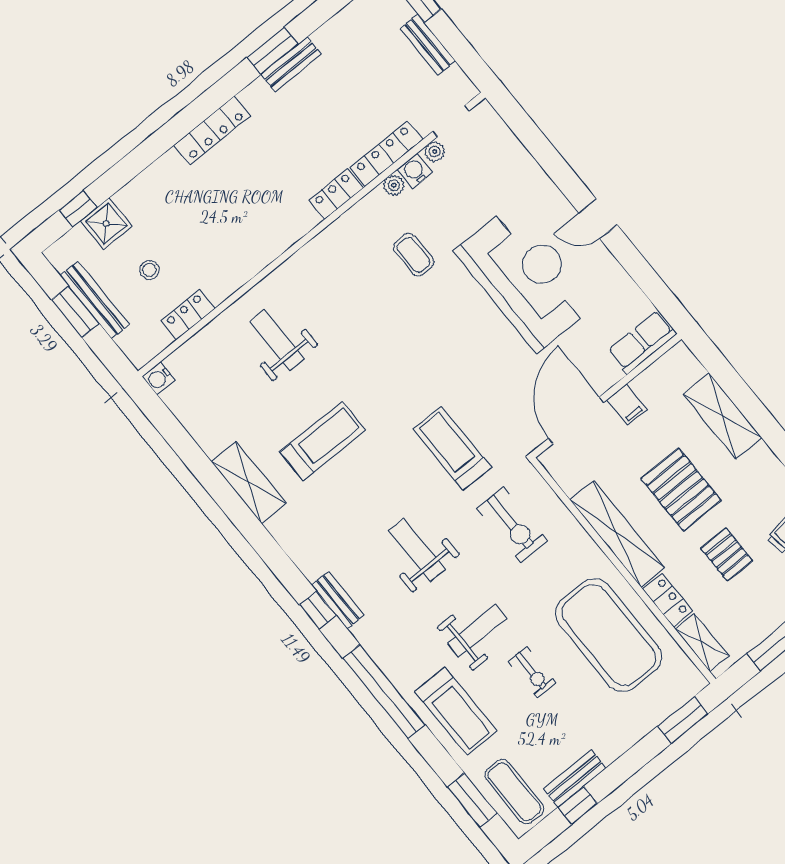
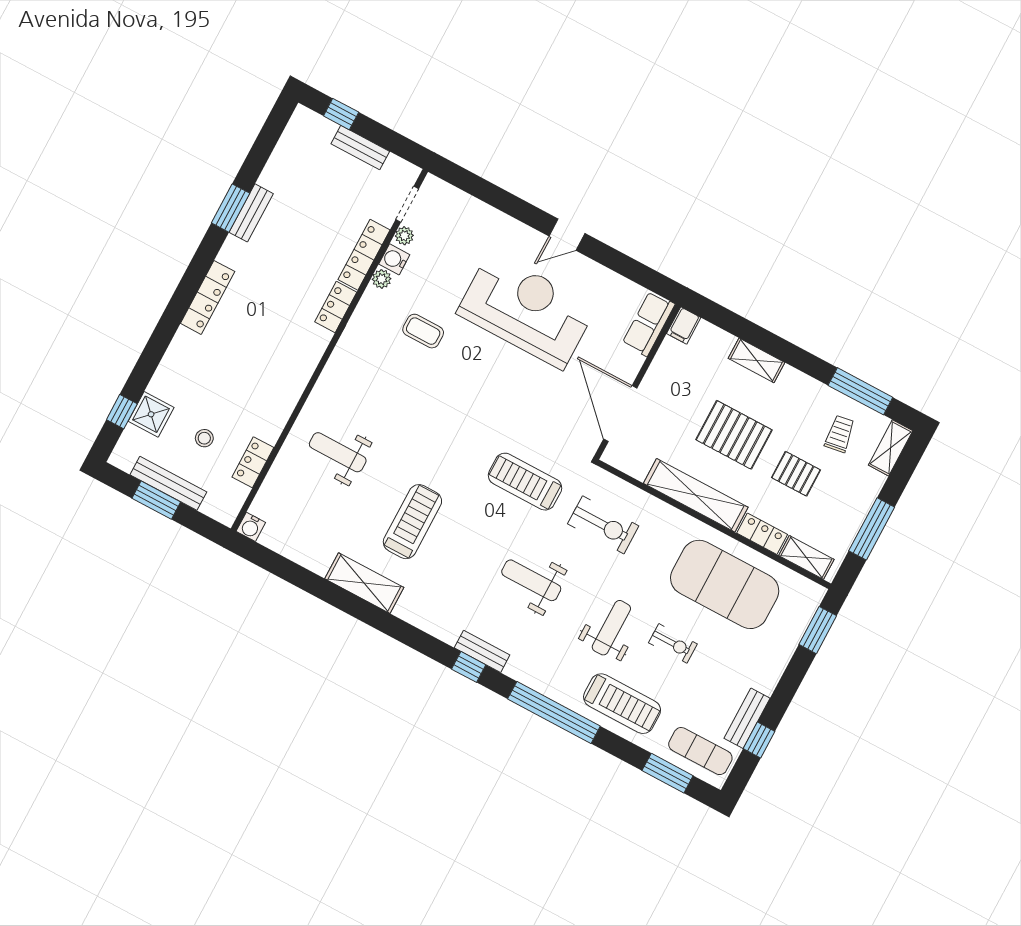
filing cabinet: (627, 405) -> (684, 325), moved, turned 90
shelving: (723, 416) -> (757, 360), width x0.67, depth x0.75

